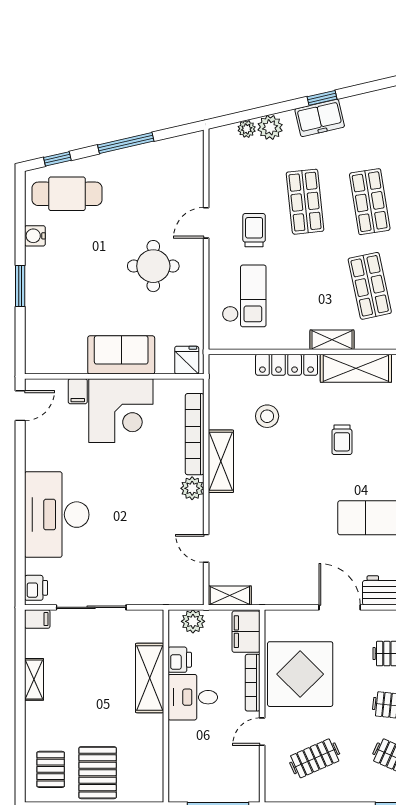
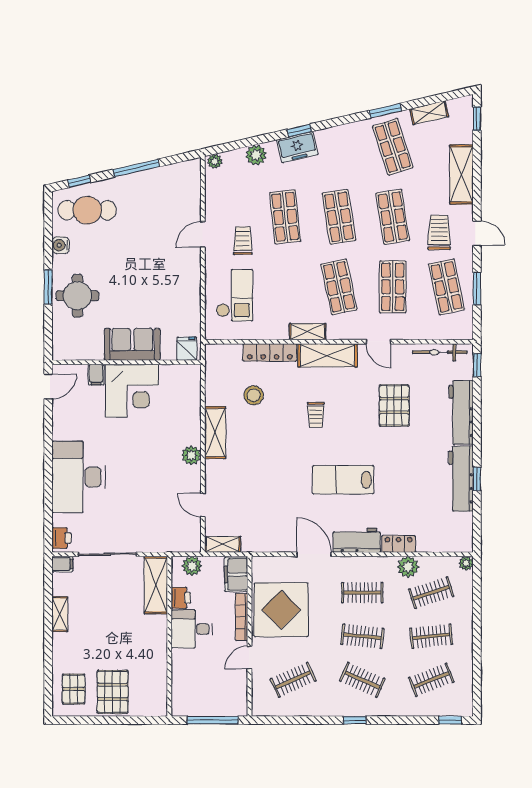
plant: (247, 129) -> (215, 161), moved
round table: (153, 266) -> (77, 296), moved
bookcase: (195, 434) -> (193, 410), removed
shelving: (150, 678) -> (156, 585), moved

